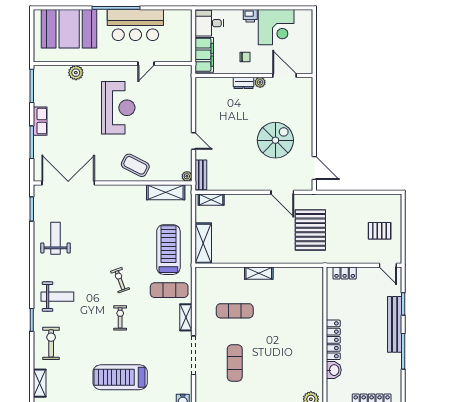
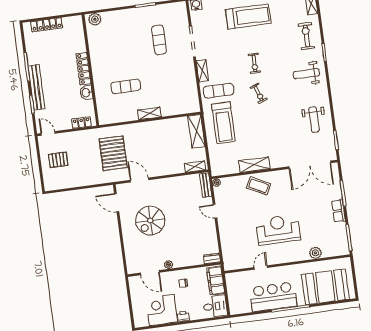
dresser: (244, 83) -> (212, 258), moved
reception desk: (118, 108) -> (278, 230), turned 90
shelving: (166, 192) -> (254, 165), moved
exercise mat: (235, 311) -> (126, 86), moved
exercise bike: (51, 343) -> (306, 36), turned 180
washbasin: (334, 370) -> (86, 93), moved

